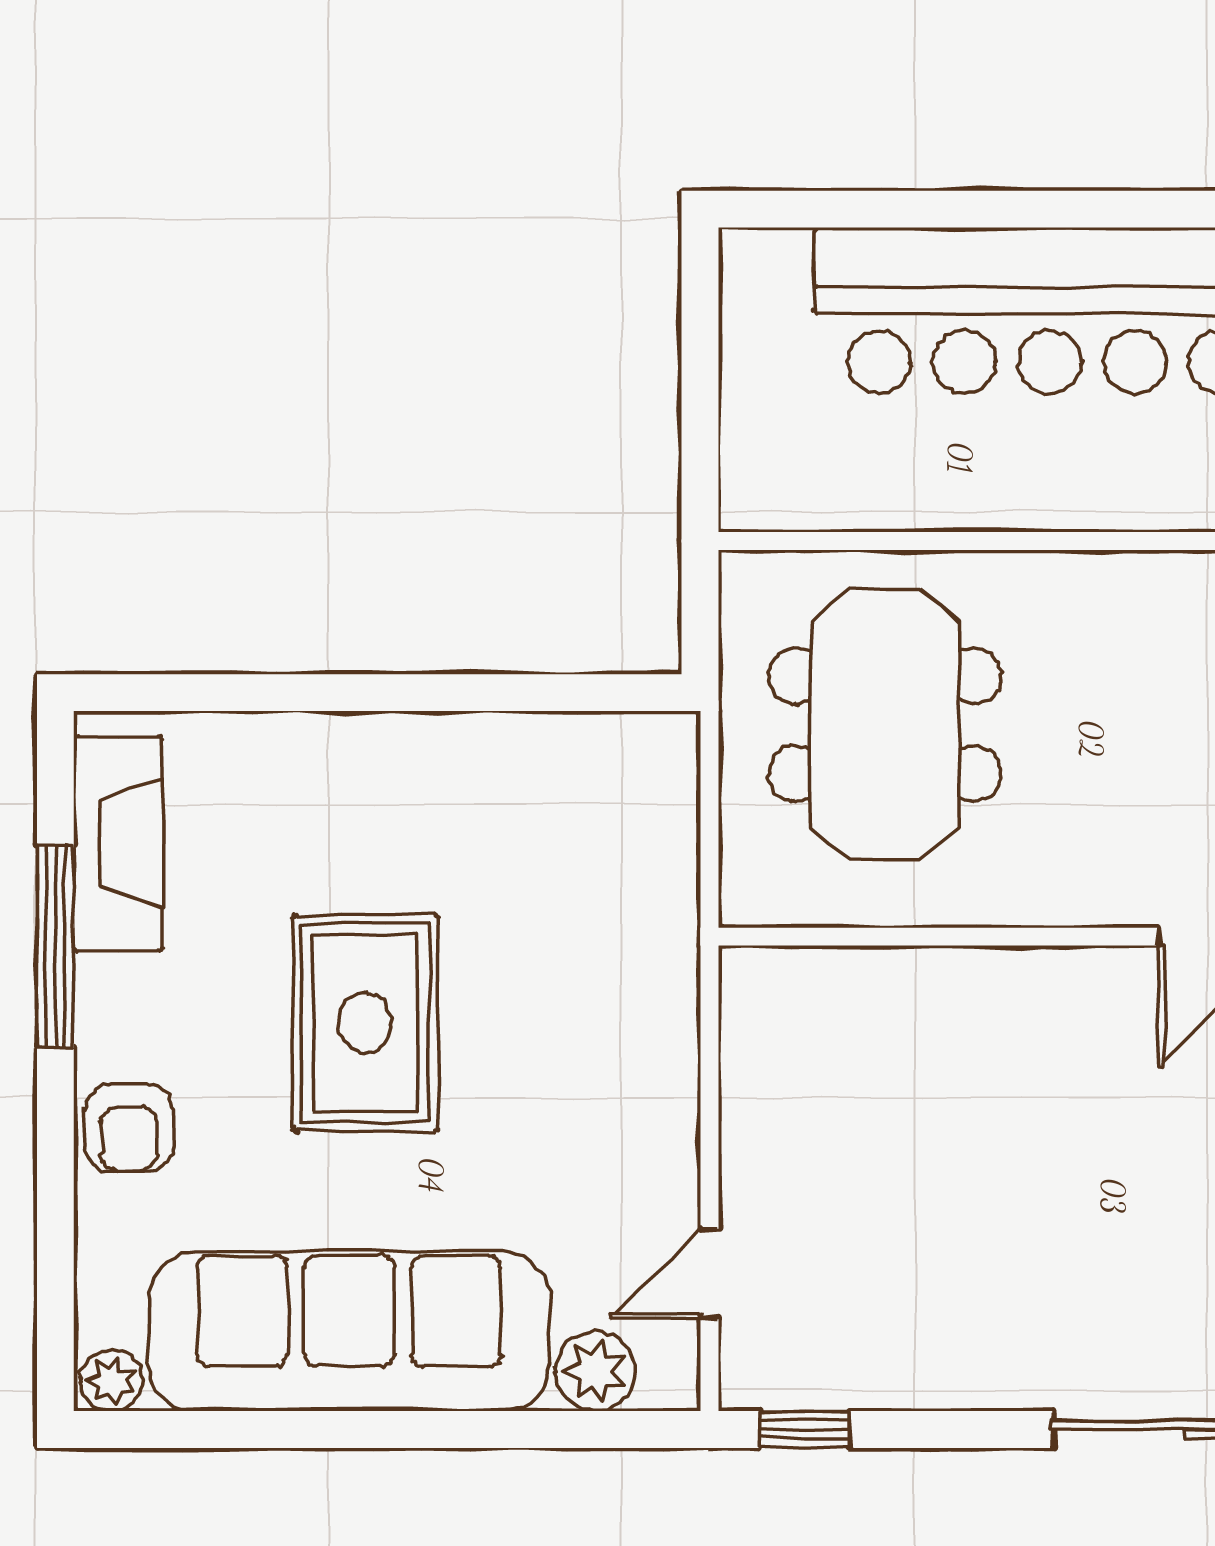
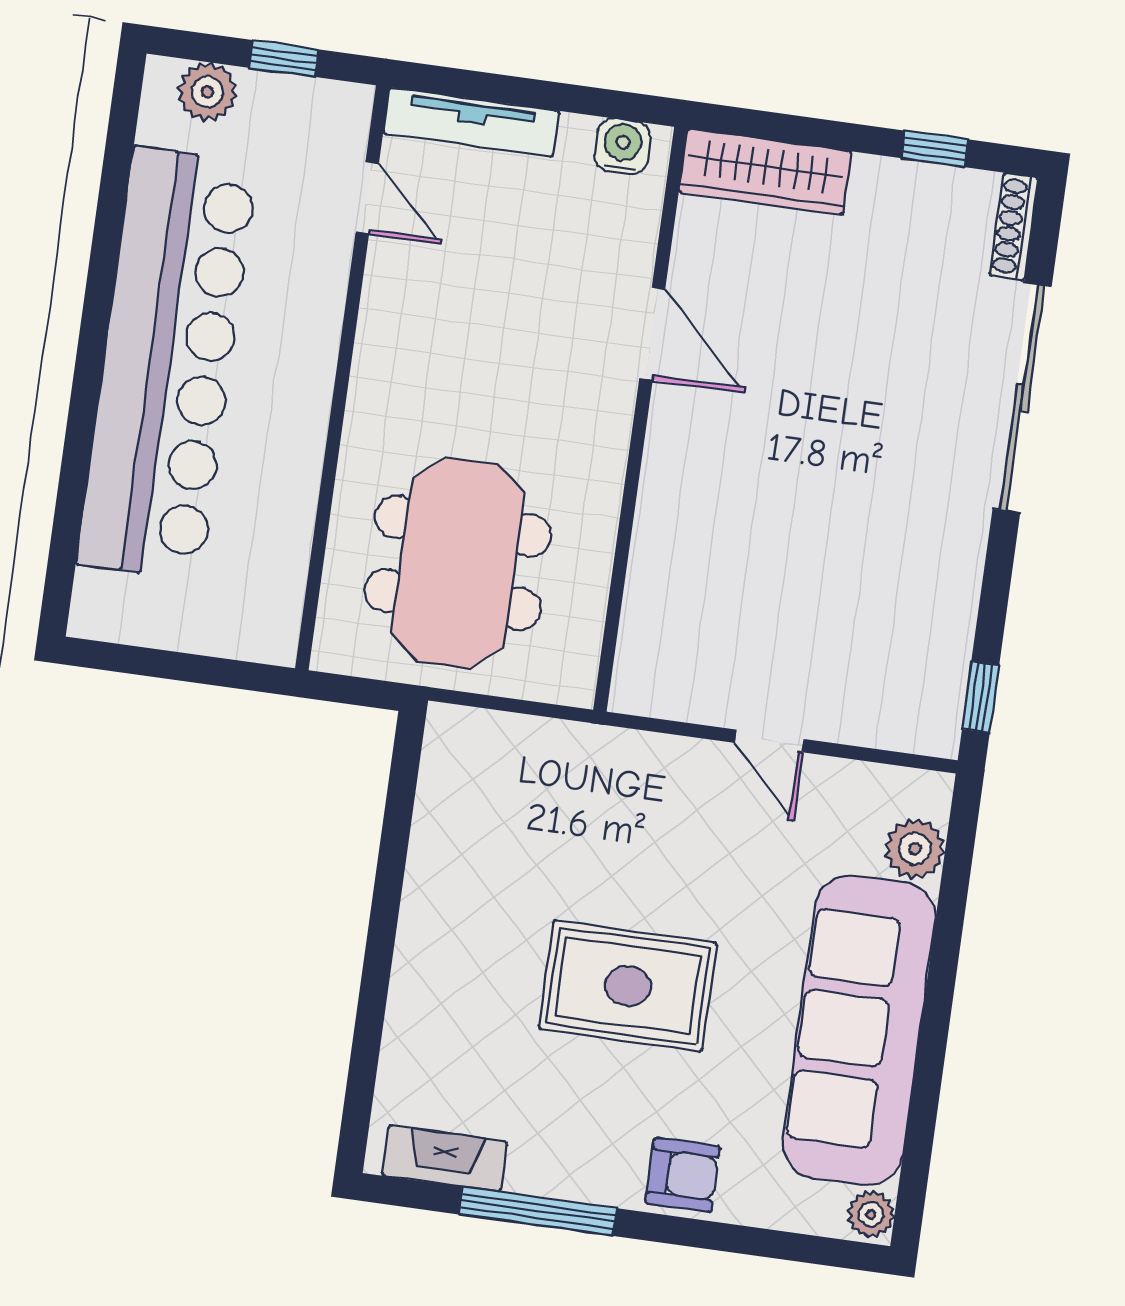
meeting table: (885, 725) -> (458, 563), turned 90
fireplace: (118, 844) -> (444, 1159), width x0.73, depth x0.76
door: (709, 1274) -> (770, 741), moved

